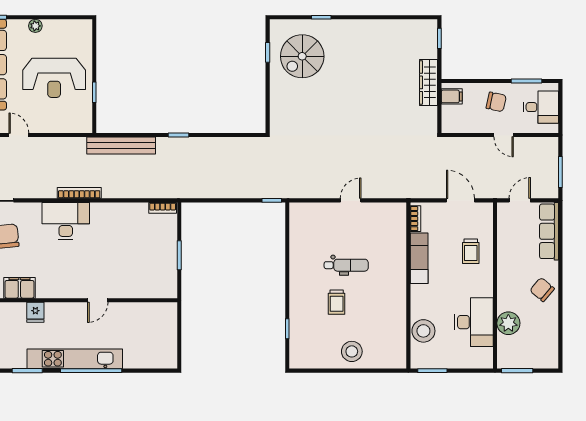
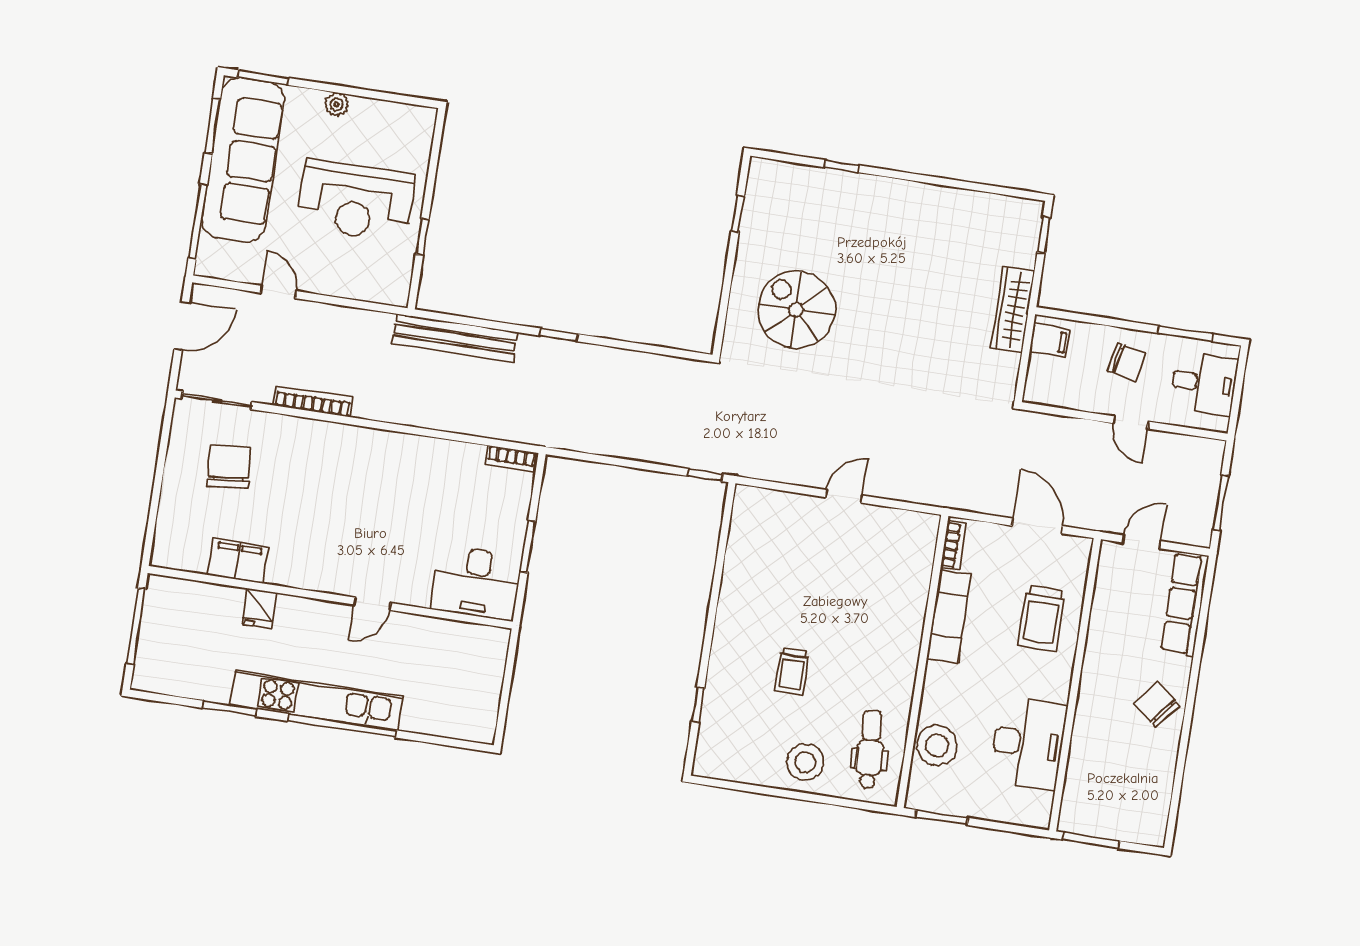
spiral stairs: (302, 56) -> (796, 310), moved, turned 90
bookcase: (79, 193) -> (313, 401), moved
desk: (66, 221) -> (476, 583), moved, turned 180
trolley: (471, 251) -> (1042, 618), width x1.36, depth x1.39
dental chair: (346, 265) -> (870, 750), moved, turned -94
plant: (508, 323) -> (1088, 755), removed

